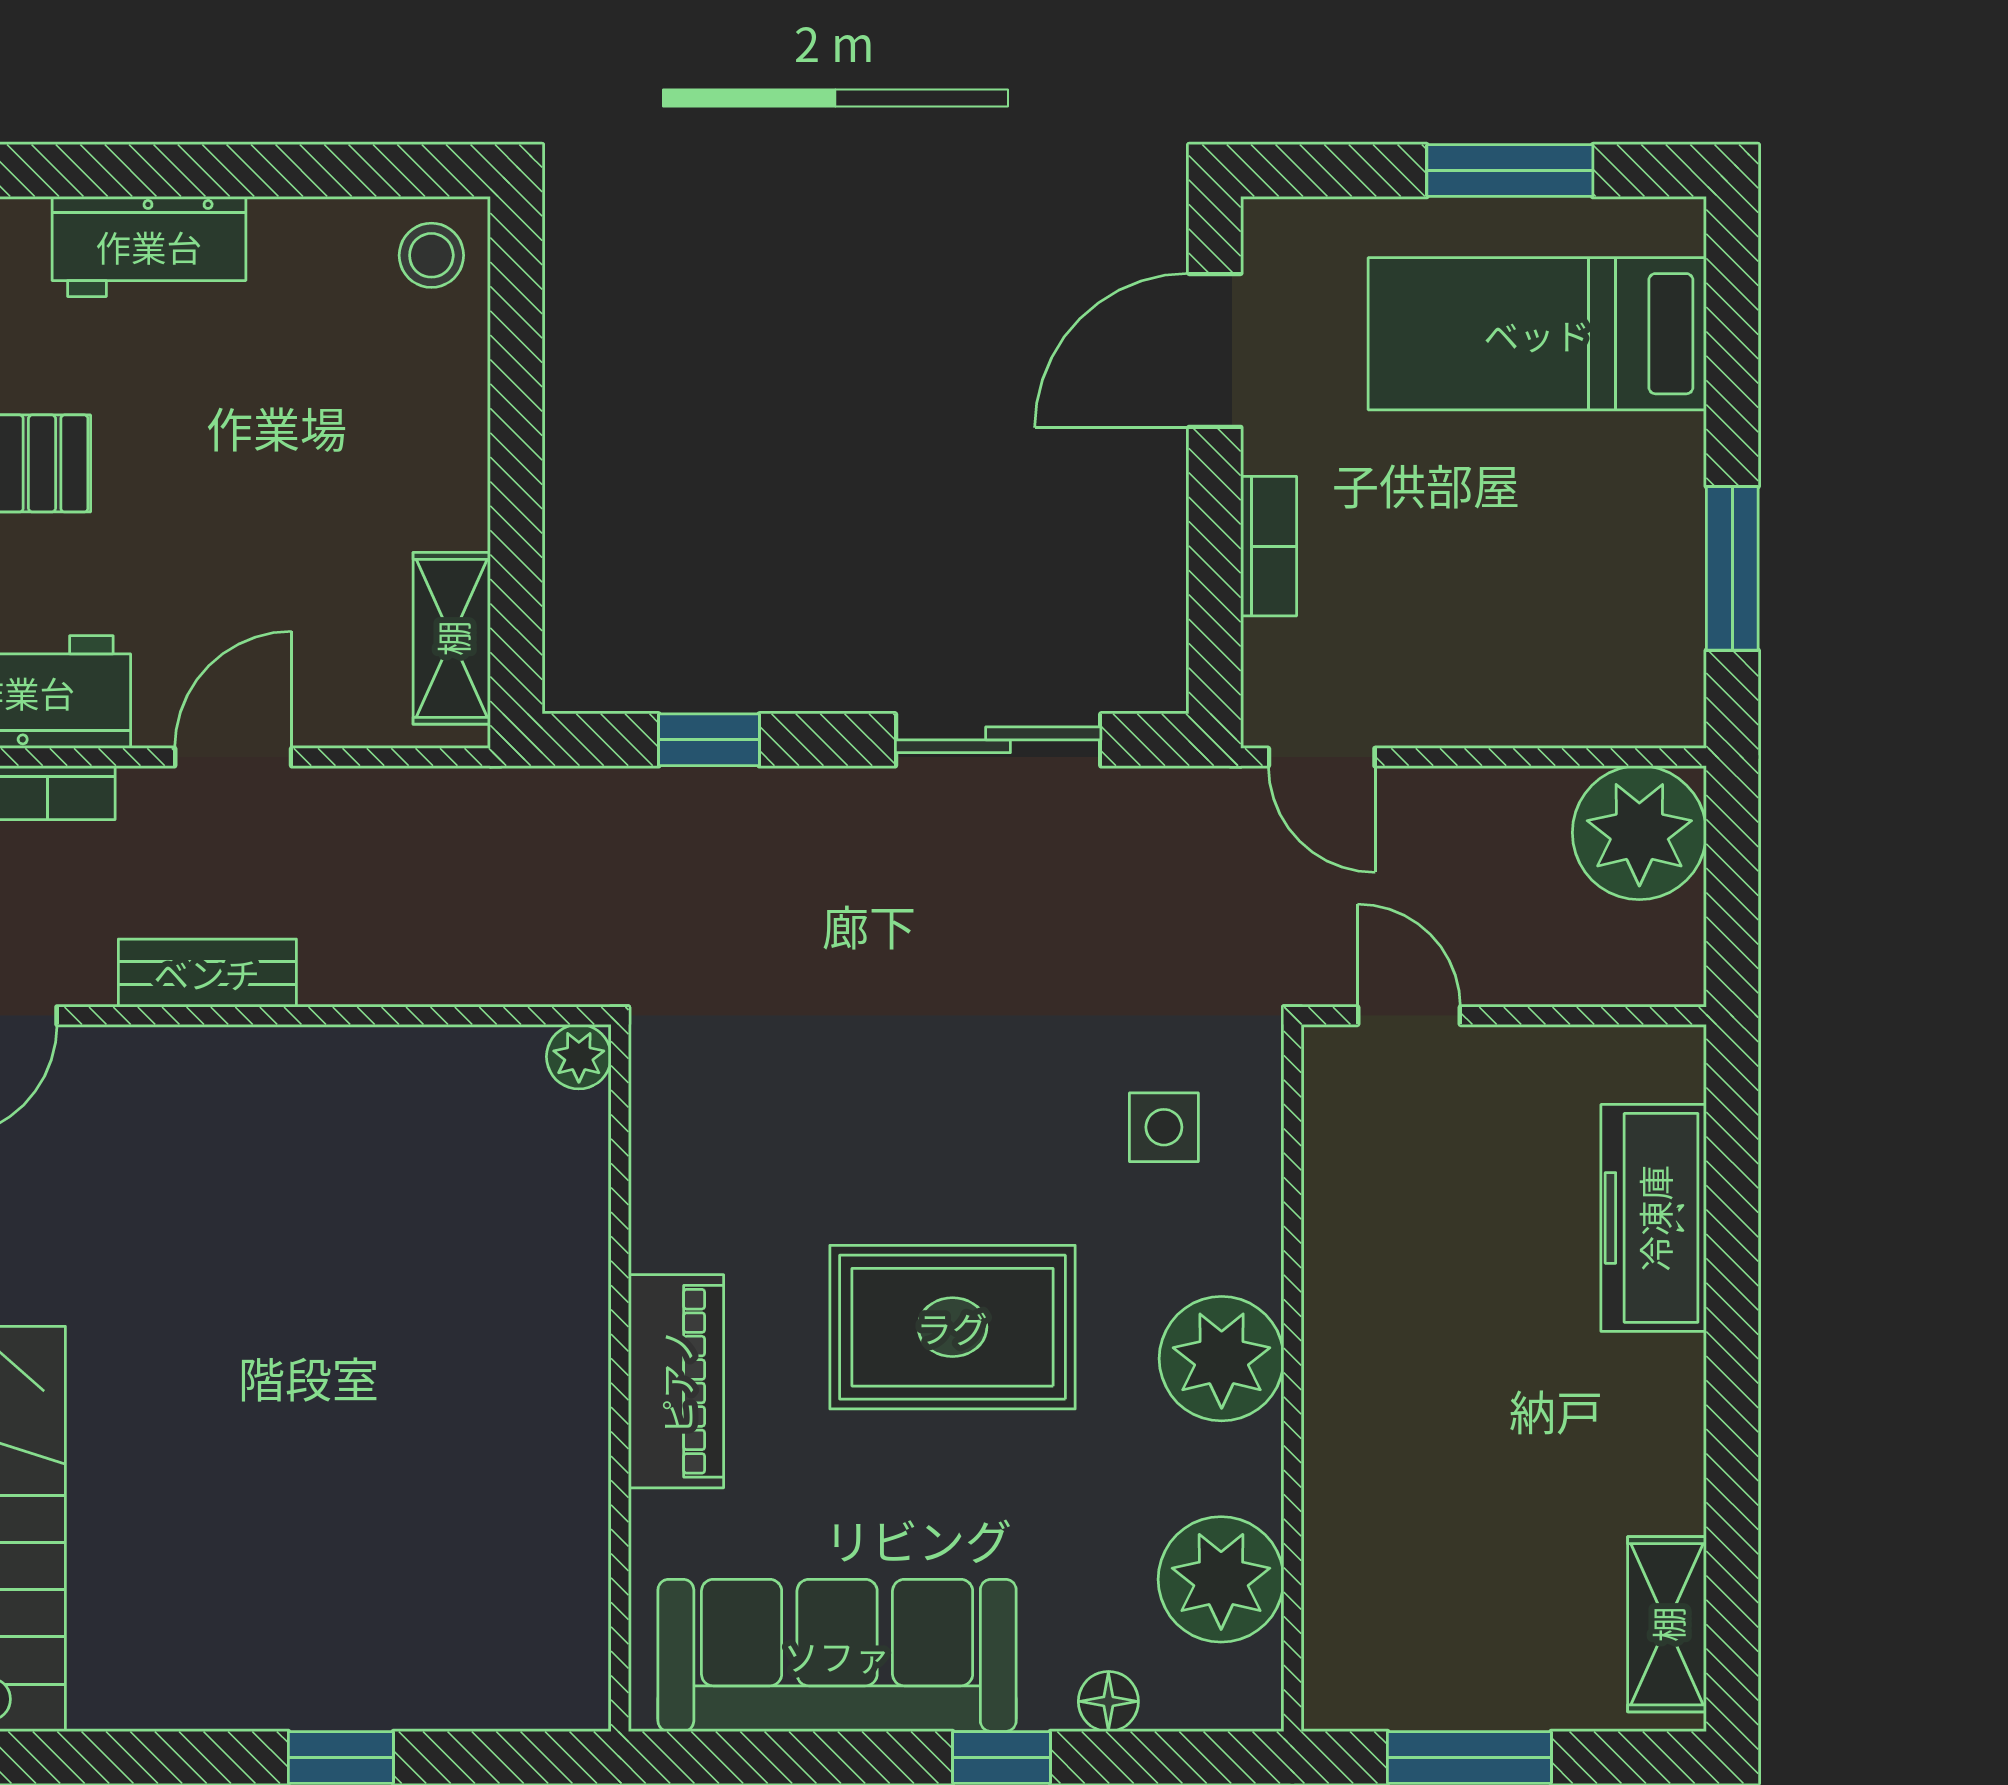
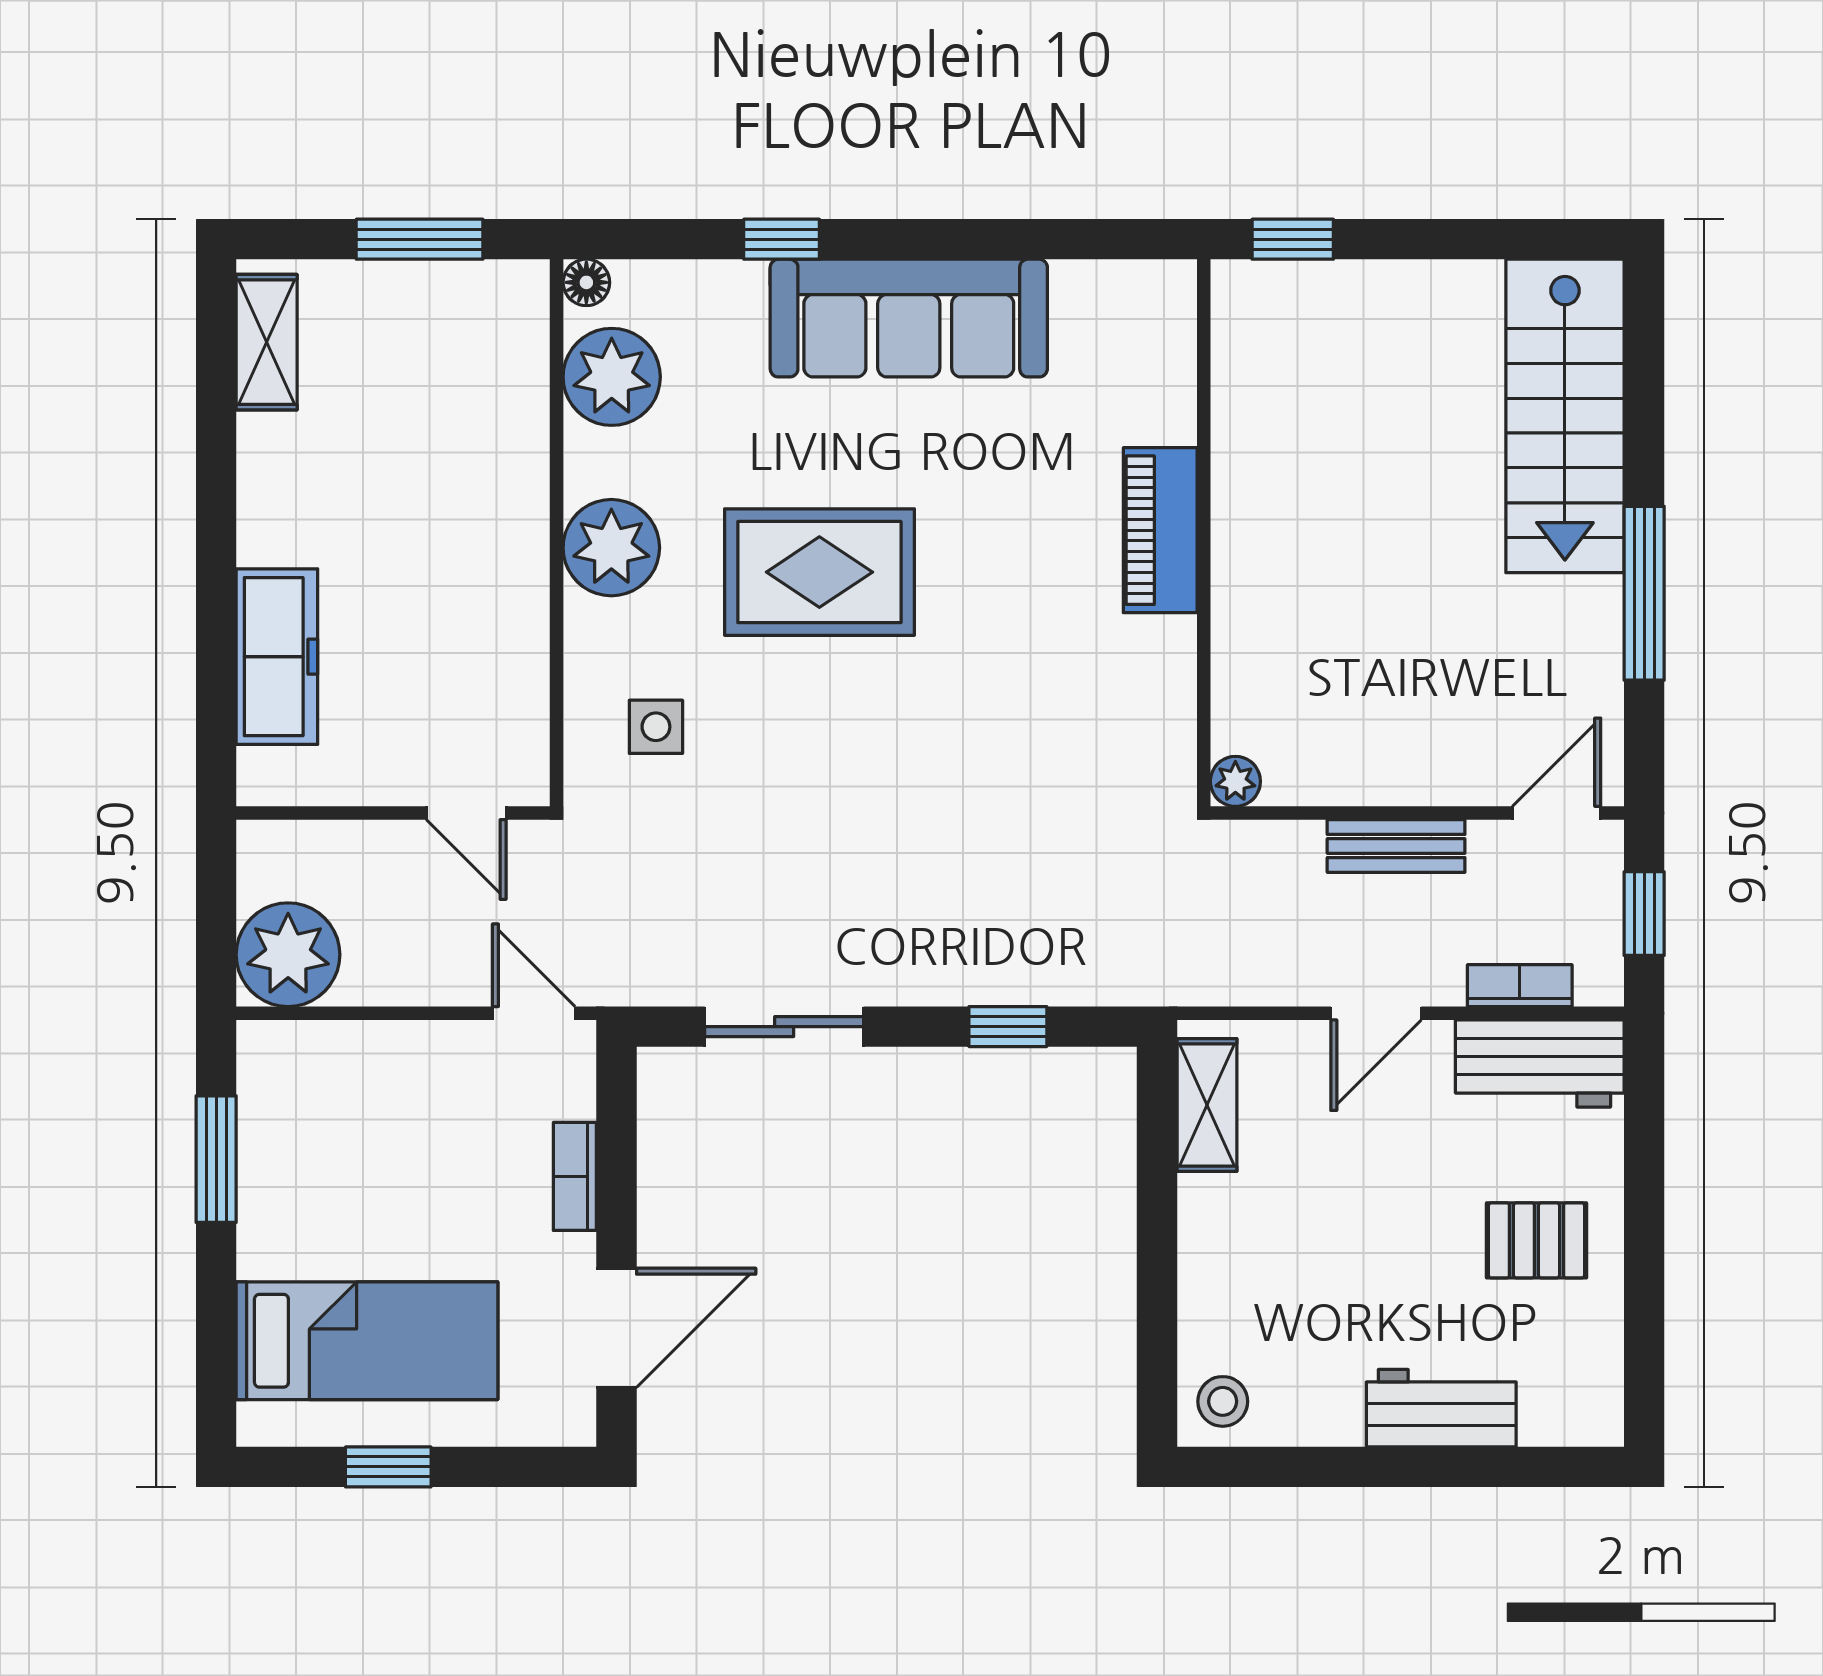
window: (1510, 171) -> (388, 1467), width x0.67
plant: (579, 1057) -> (1235, 781), moved
wall: (620, 1378) -> (1204, 533), moved
piano: (676, 1381) -> (1160, 530), moved
floor lamp: (1108, 1701) -> (586, 282), moved

